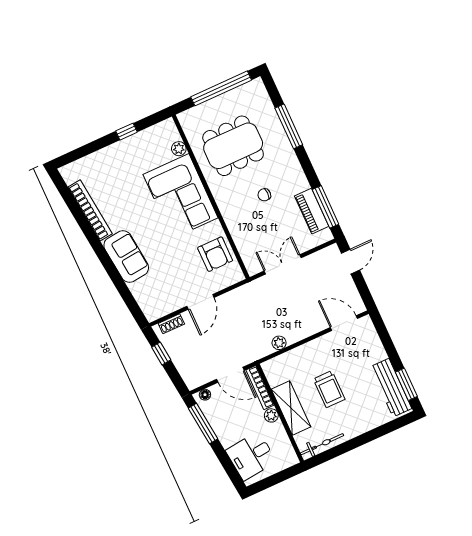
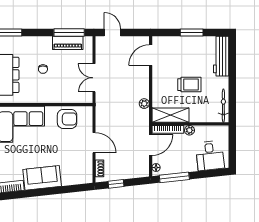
window: (406, 384) -> (192, 33), moved
workbench: (391, 388) -> (221, 56), moved, turned 90
shelving: (291, 408) -> (171, 115), moved

